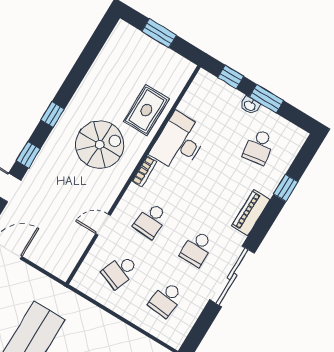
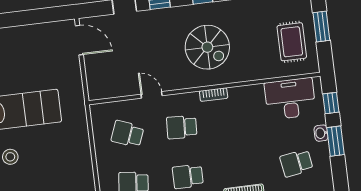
rug: (146, 110) -> (292, 42), moved, turned 90
desk: (179, 143) -> (290, 99), moved

